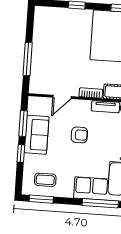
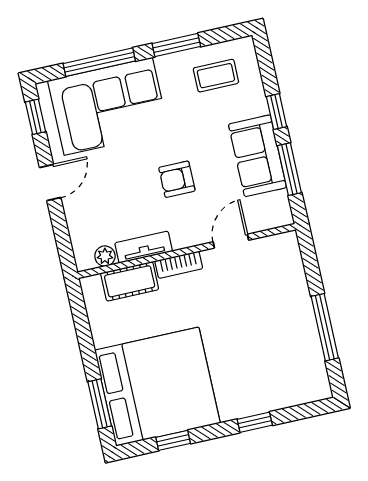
window: (28, 59) -> (325, 327), moved
window: (41, 199) -> (176, 45), moved

